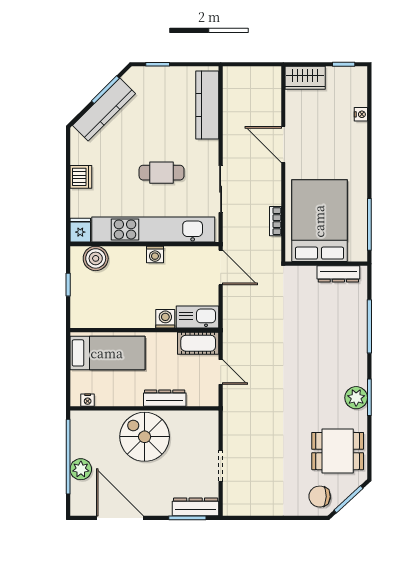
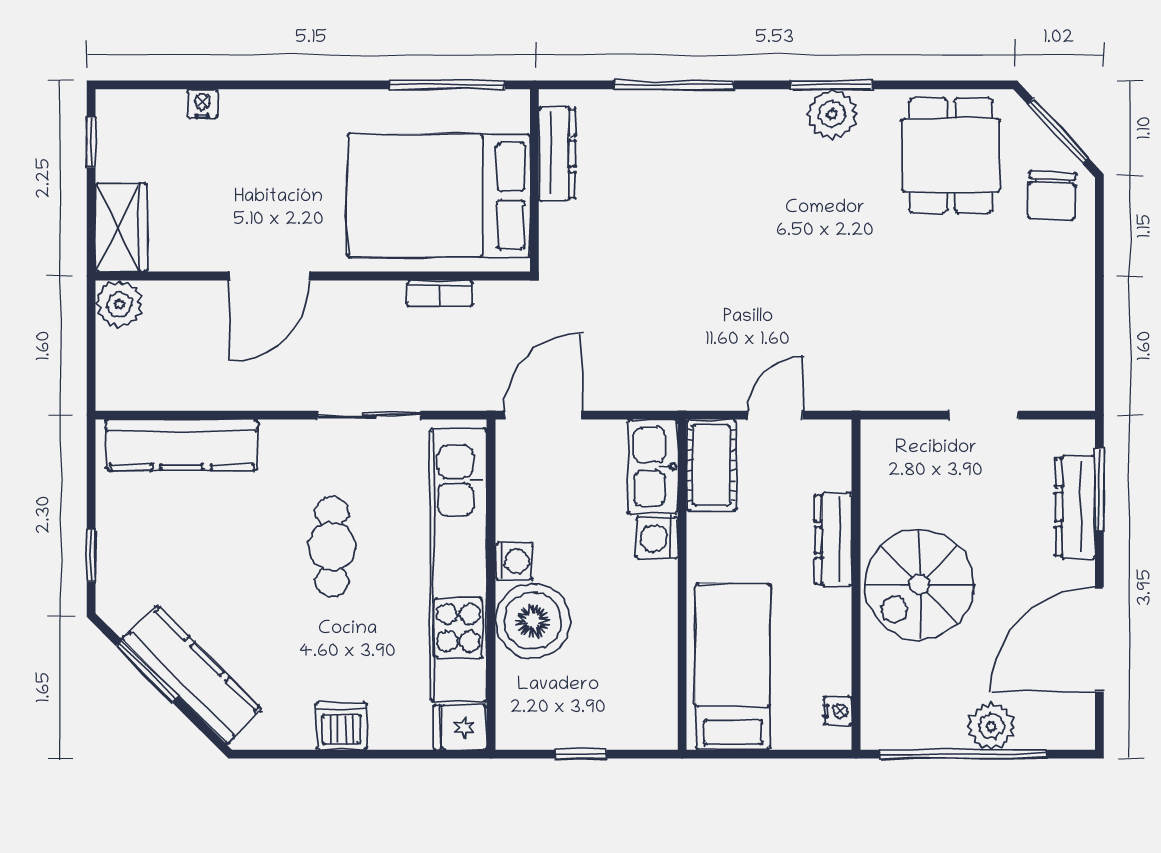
plant: (271, 77) -> (119, 304), added
boiler: (96, 258) -> (533, 621), moved, width x1.37, depth x1.37
dresser: (196, 507) -> (1075, 507), moved

